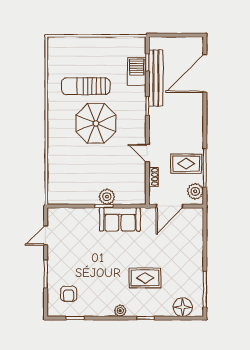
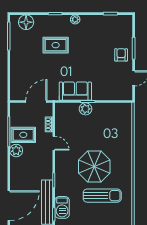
plant: (195, 191) -> (16, 151), moved
armchair: (69, 294) -> (121, 55), moved

